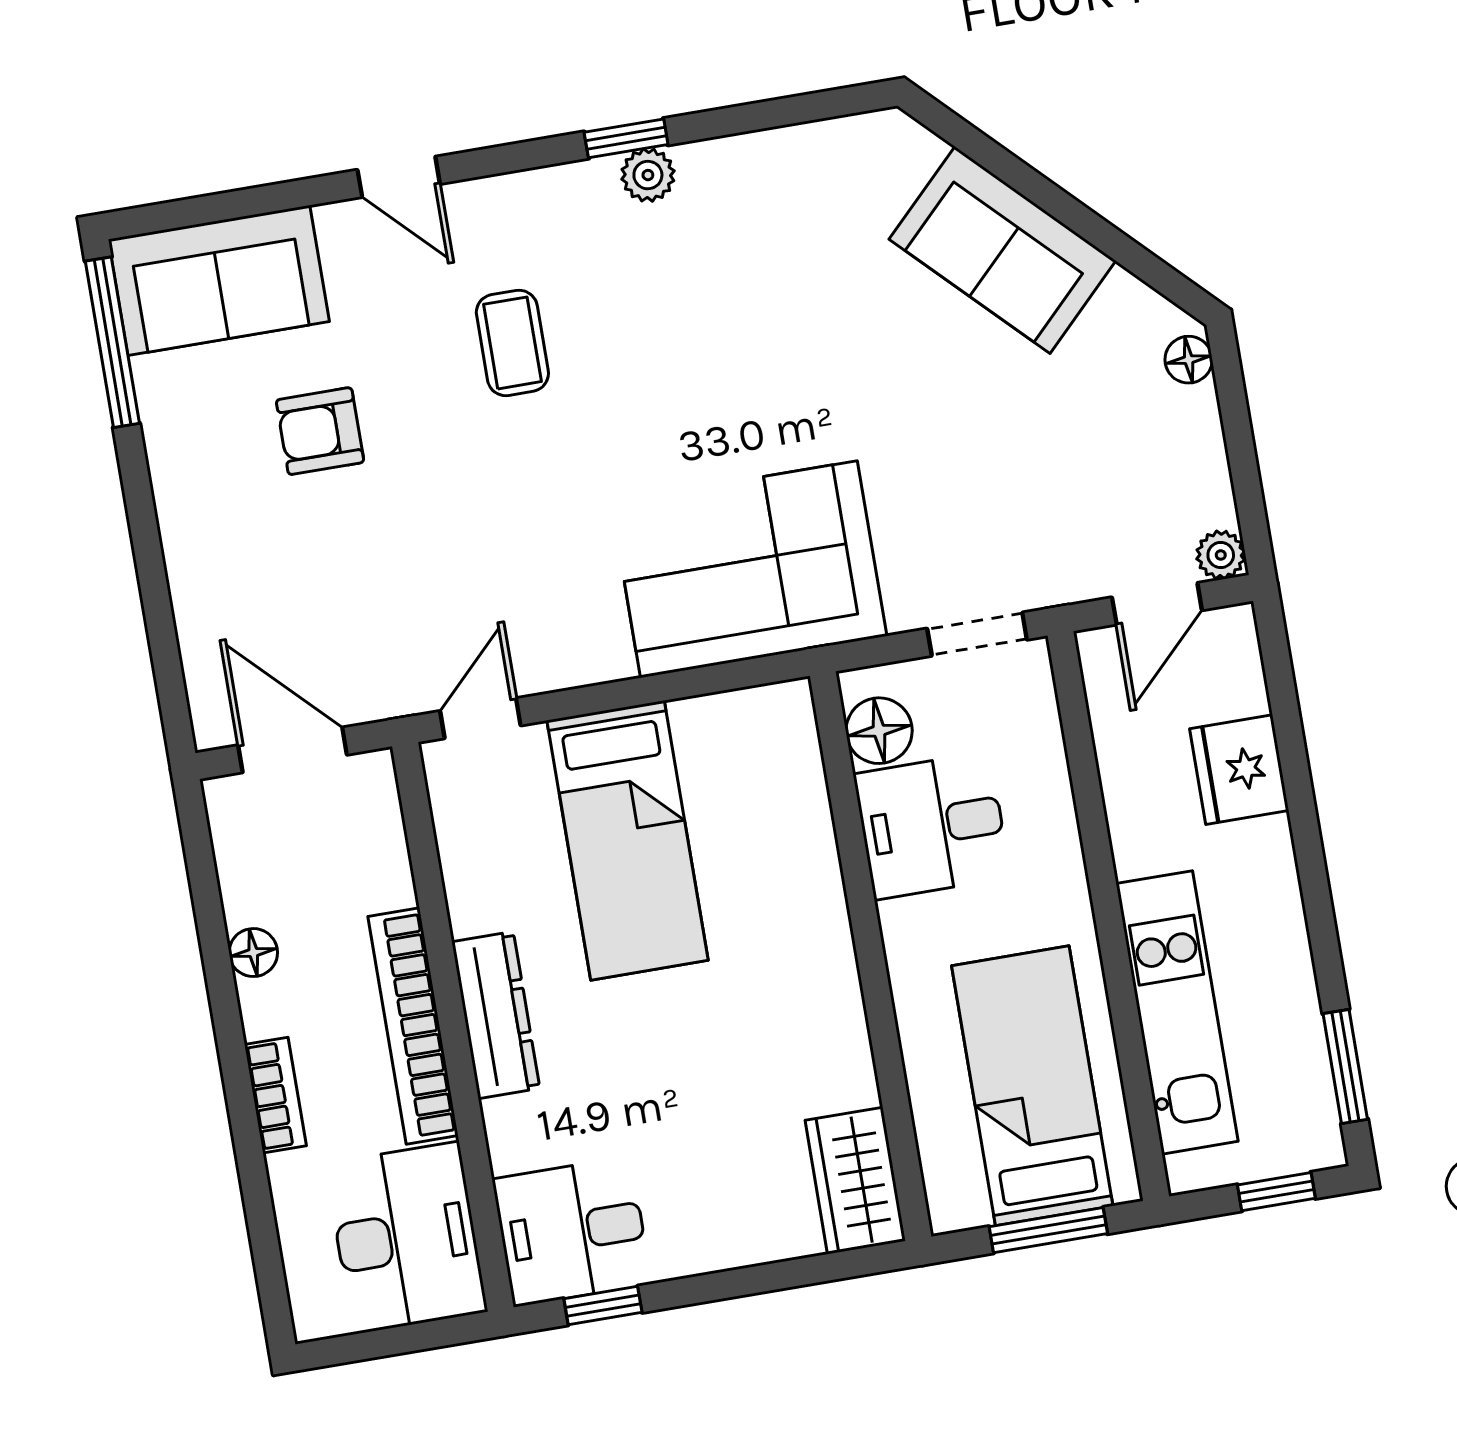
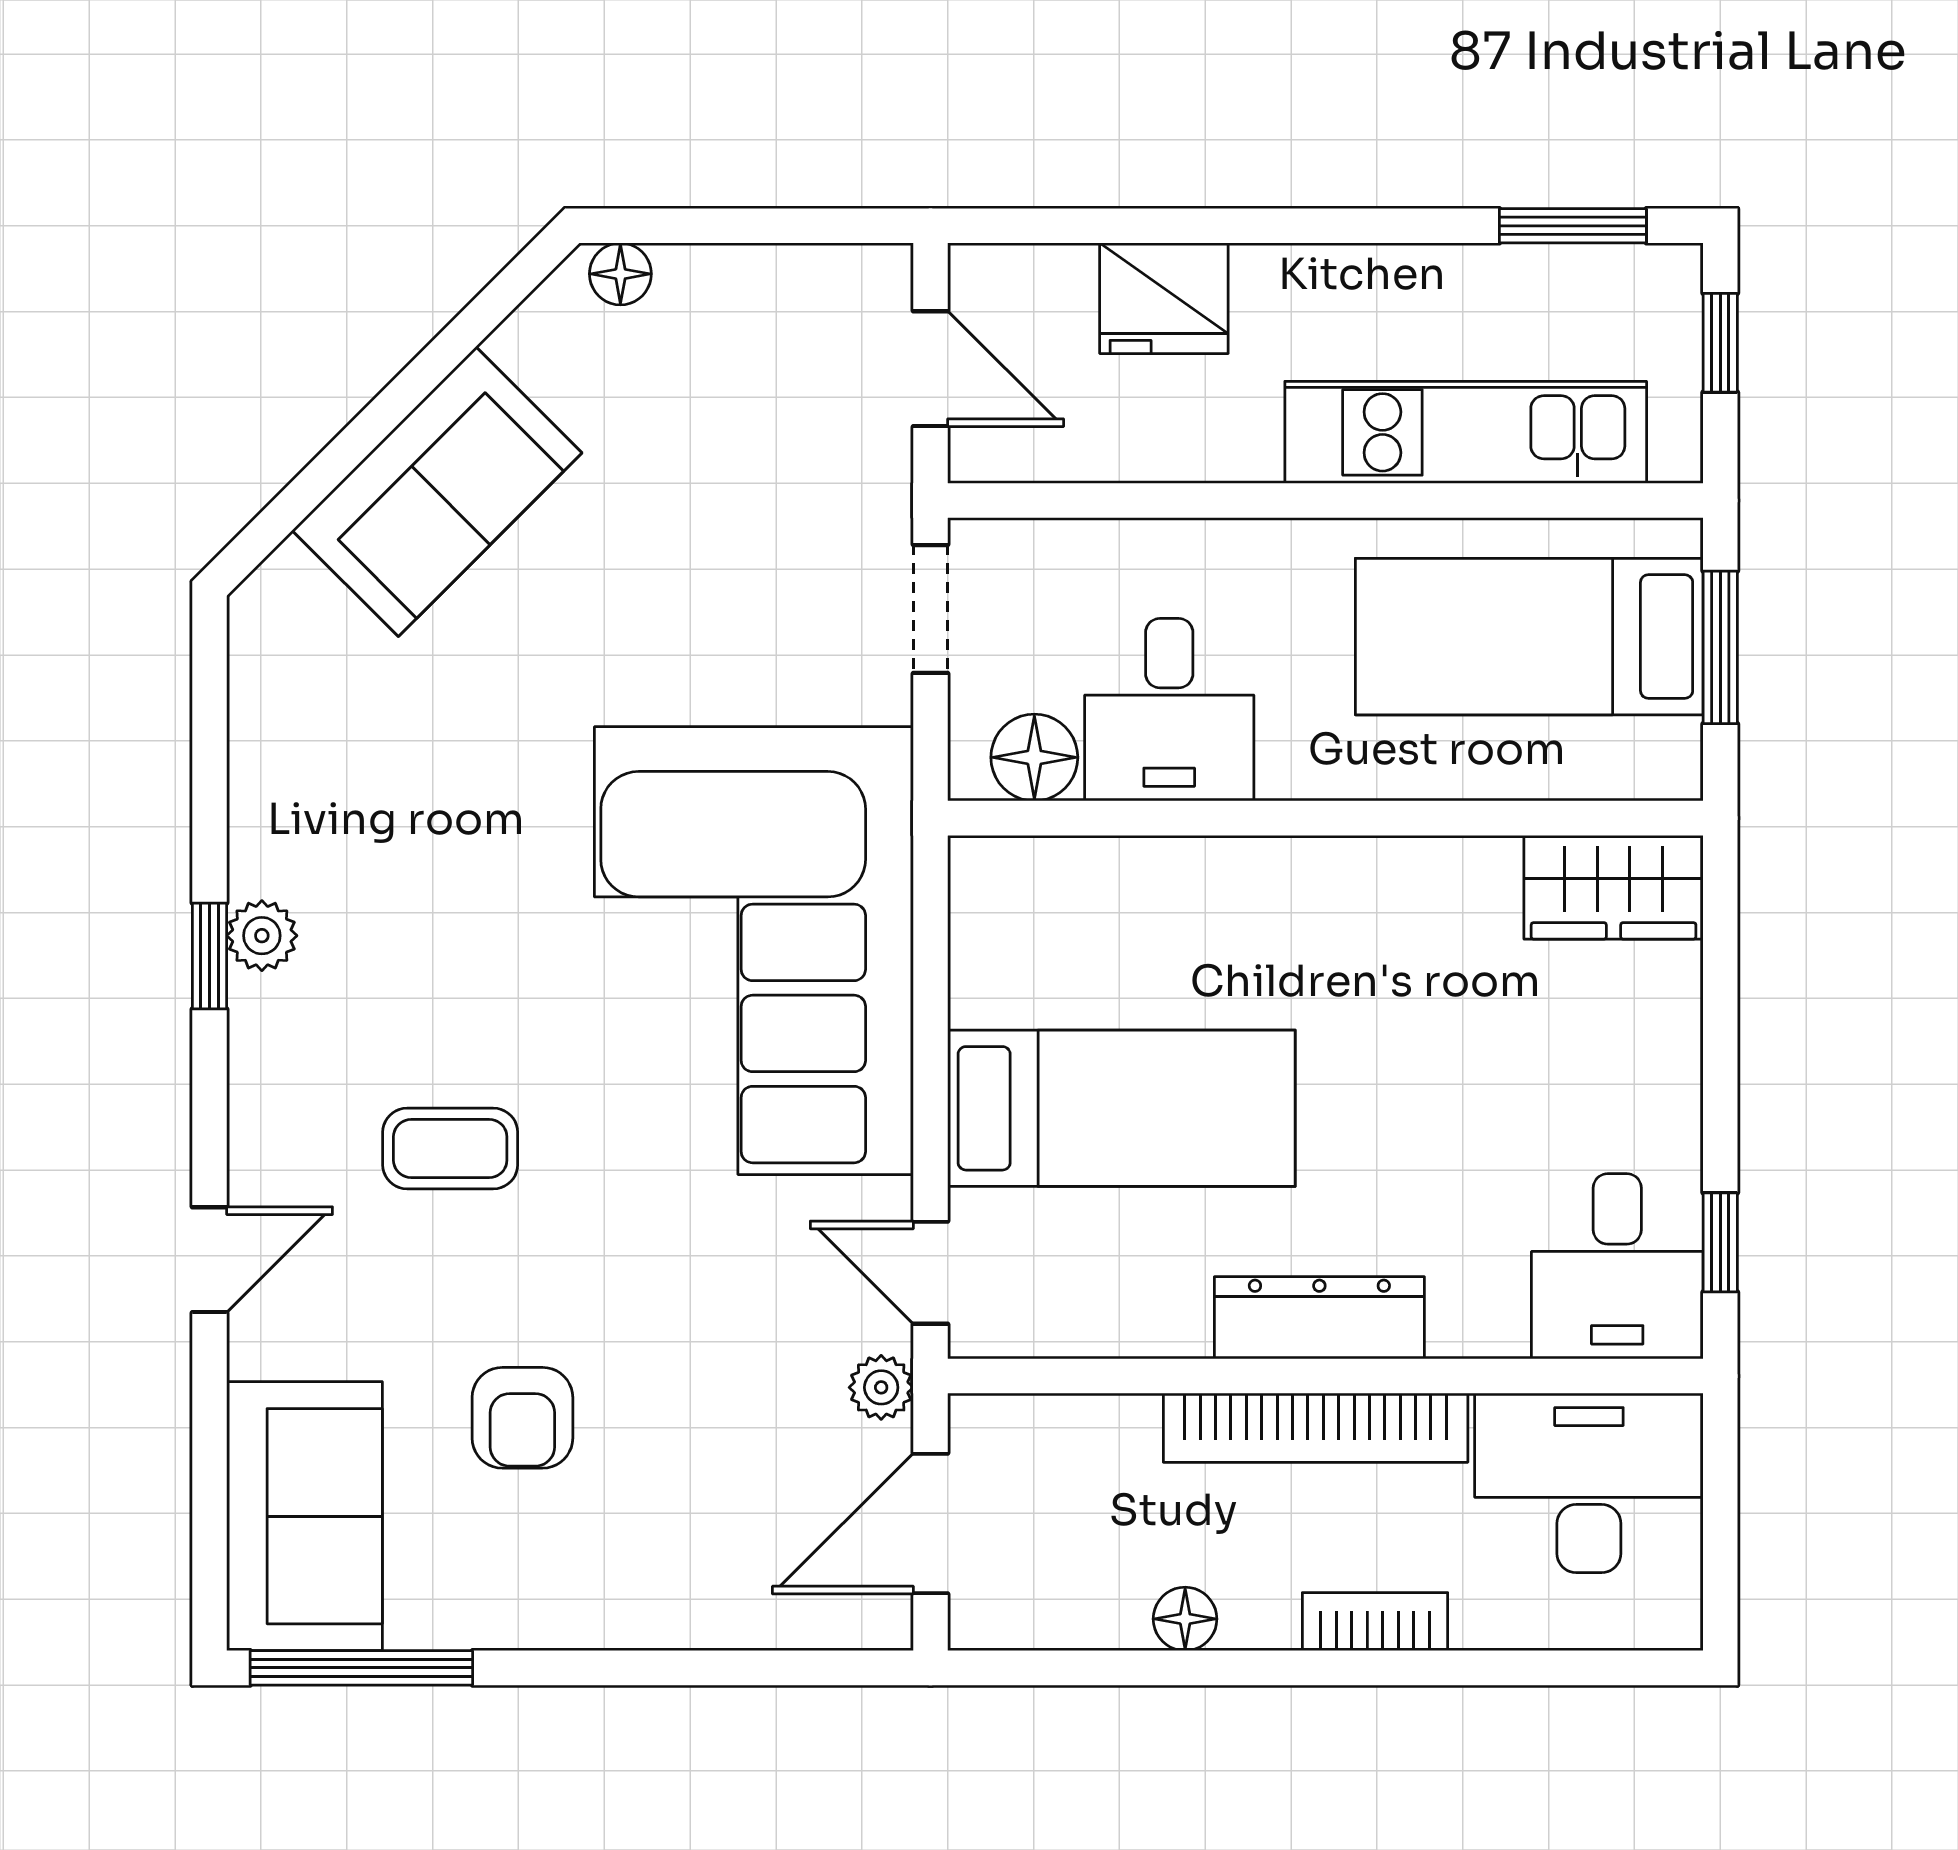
plant: (1221, 555) -> (881, 1387), moved
corner sofa: (749, 569) -> (754, 951), width x1.36, depth x1.36

